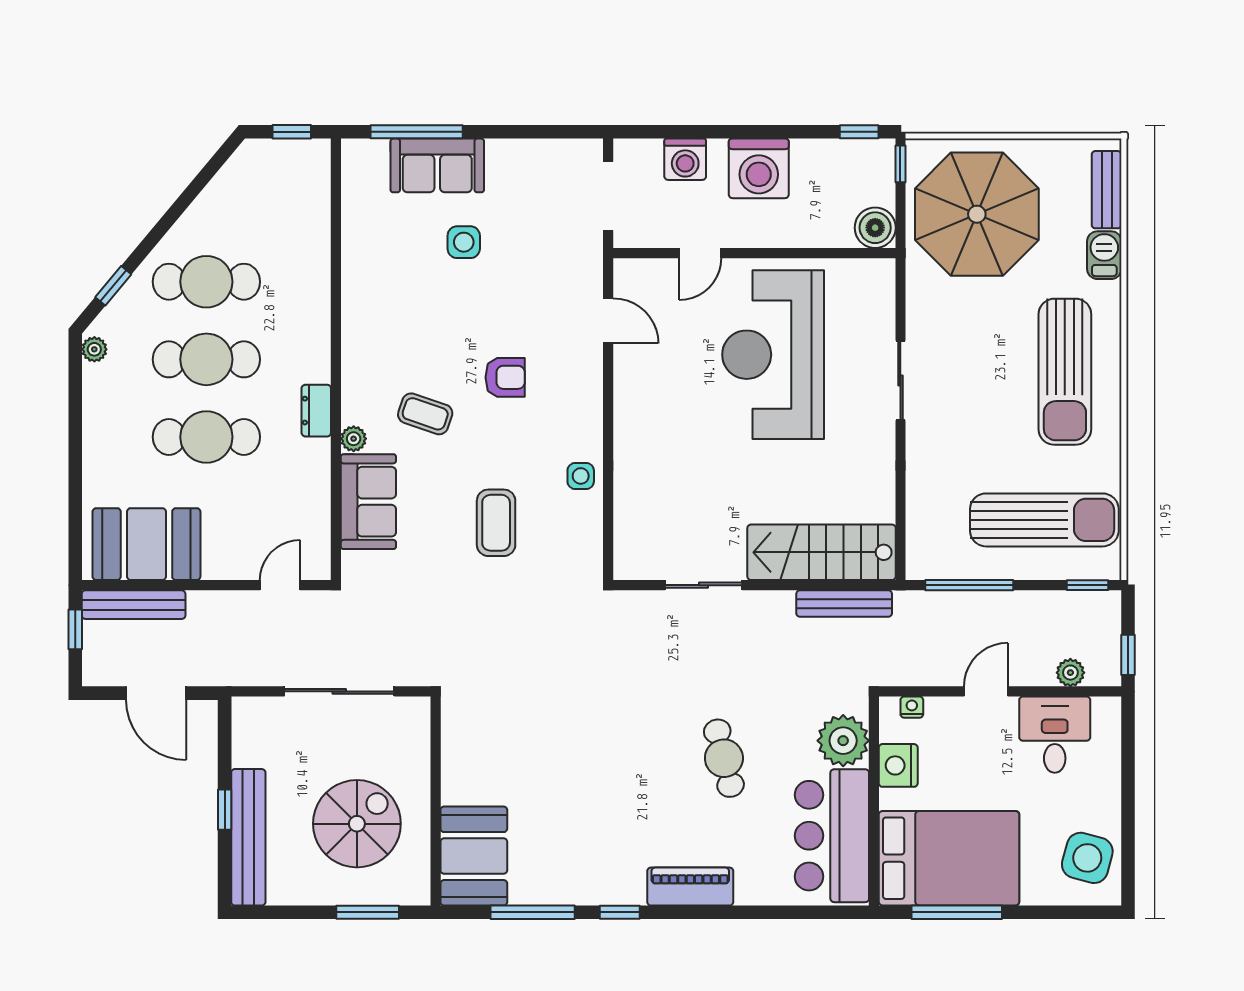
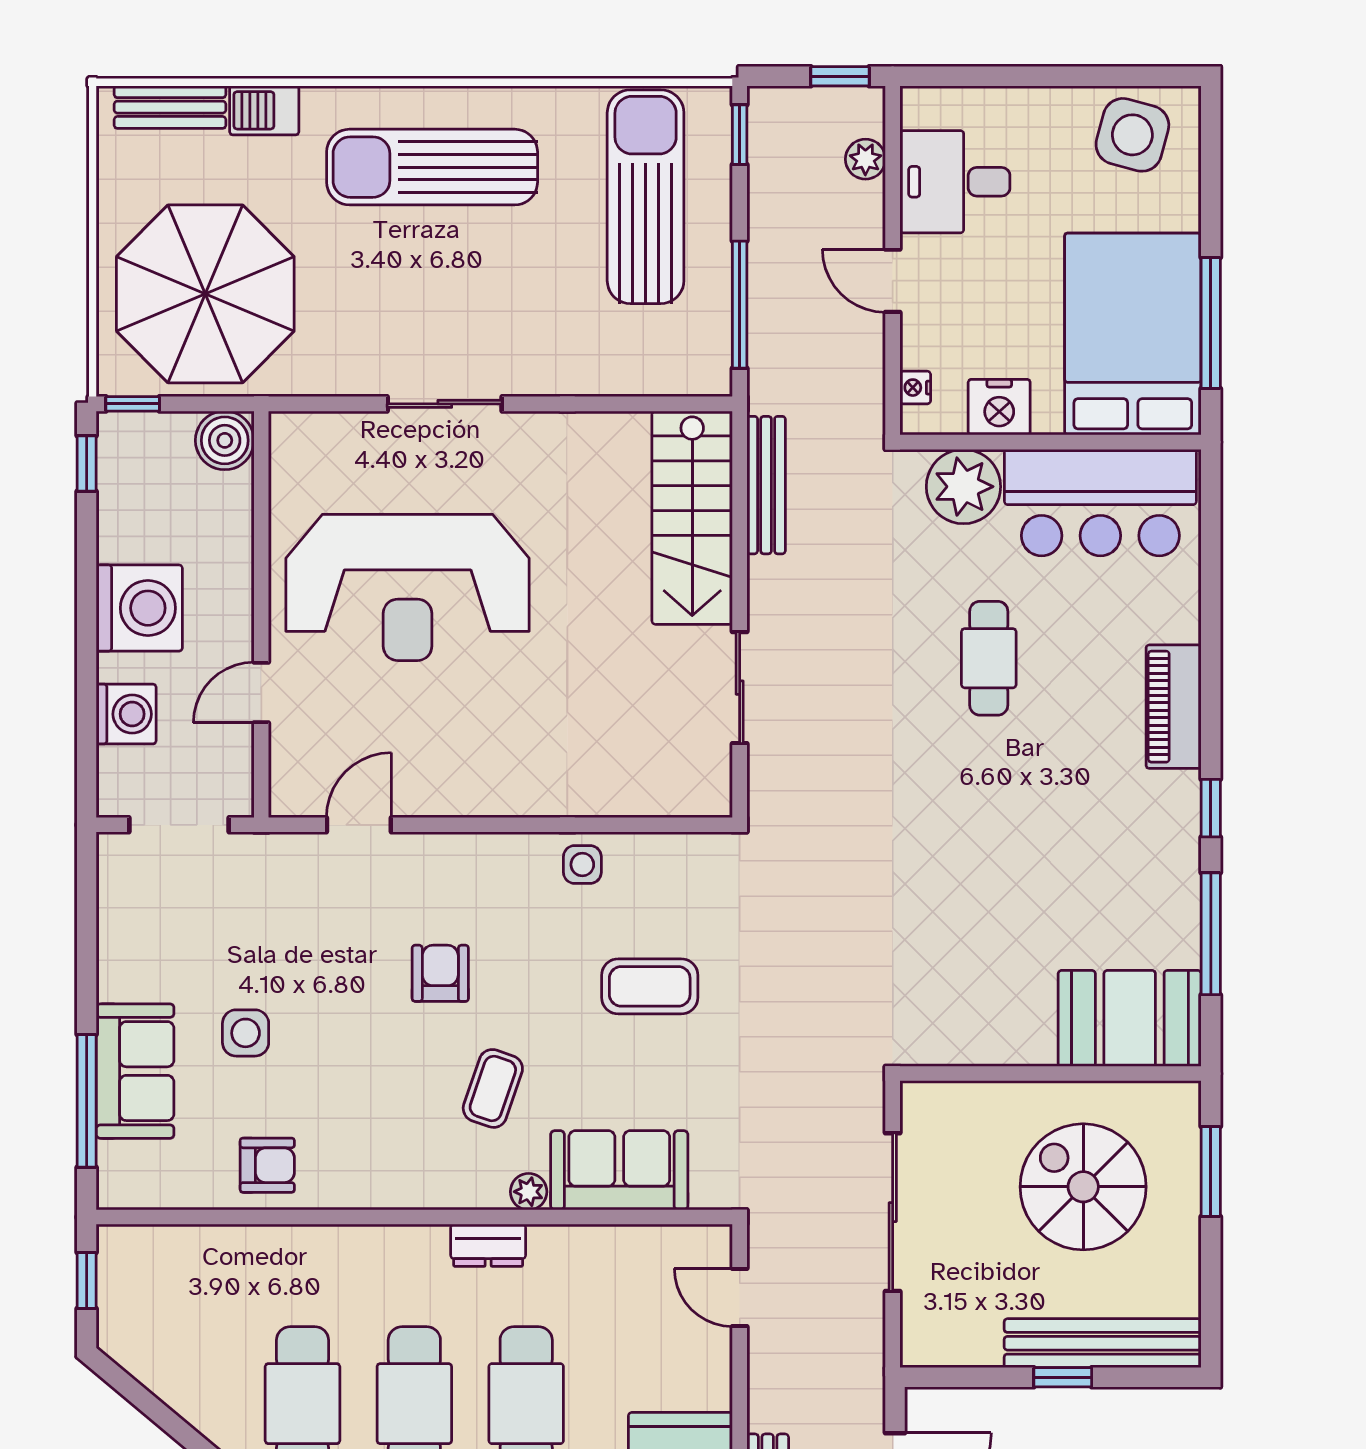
door: (700, 253) -> (261, 693), swing flipped
armchair: (372, 257) -> (267, 1165), added
sun lounger: (1065, 372) -> (432, 167), turned 180
cafe table: (724, 758) -> (989, 658), turned -76

